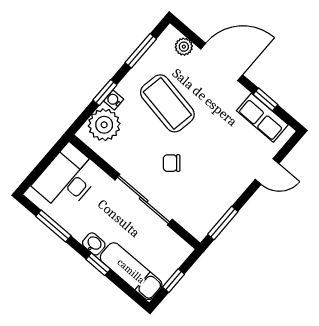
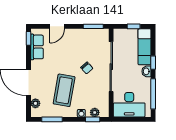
window: (105, 92) -> (93, 119), moved
window: (266, 99) -> (29, 38), moved
plant: (104, 125) -> (95, 112), width x0.53, depth x0.53
door: (267, 172) -> (57, 26), swing flipped
sliding door: (144, 200) -> (111, 67), width x1.36
window: (53, 226) -> (153, 94), width x1.44

